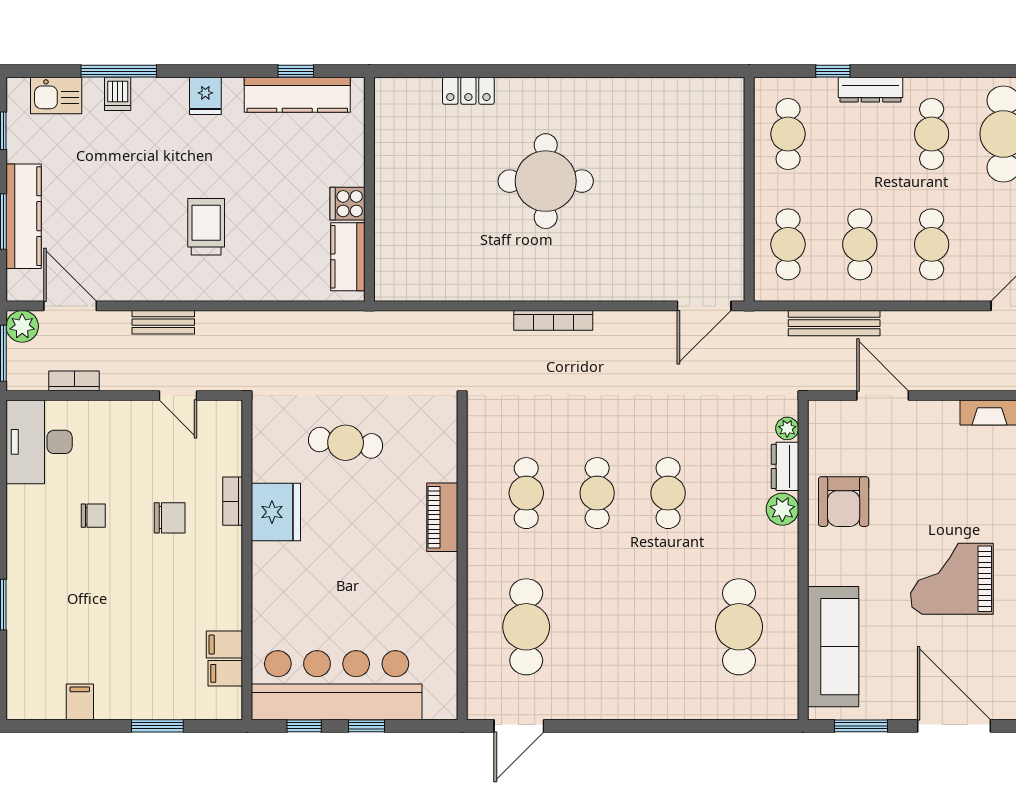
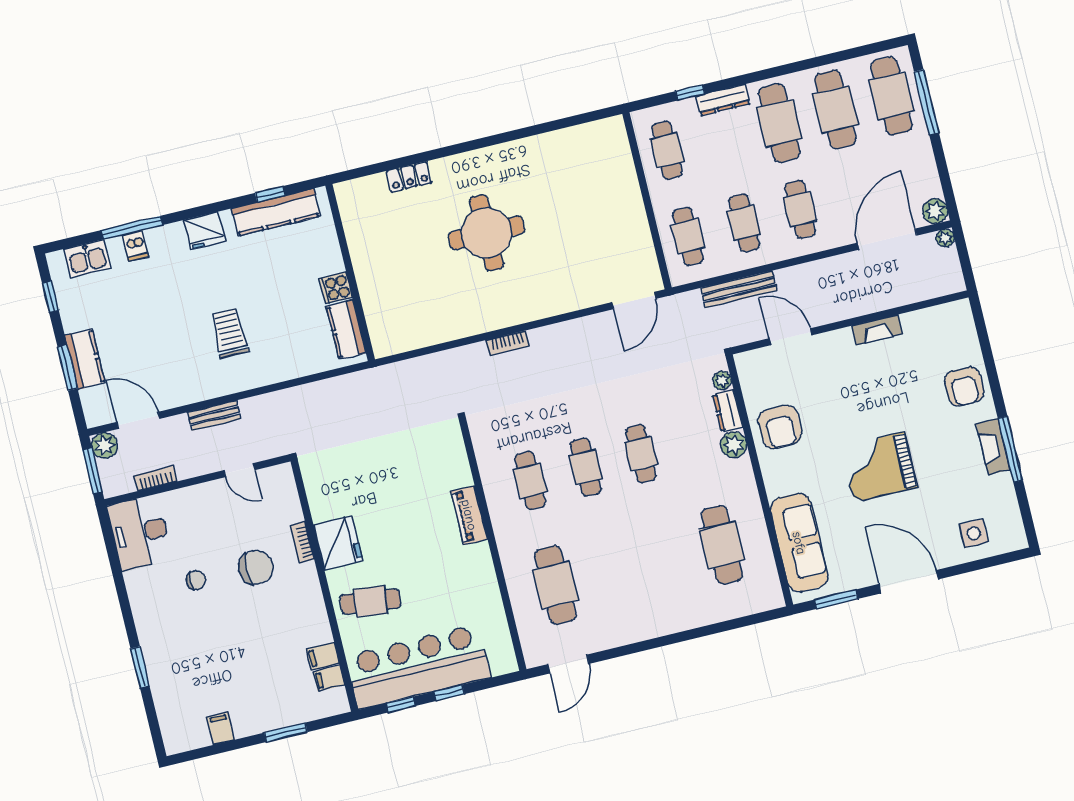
fridge: (205, 96) -> (204, 231), width x1.38
cafe table: (932, 134) -> (779, 123), width x1.37, depth x1.35
kitchen counter: (24, 216) -> (85, 359), width x0.67
bookcase: (553, 320) -> (508, 343), width x0.64
cafe table: (346, 443) -> (371, 601), moved
chair: (170, 518) -> (256, 567), width x1.37, depth x1.37

